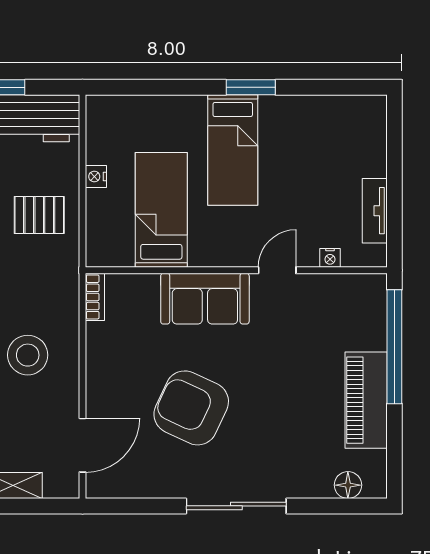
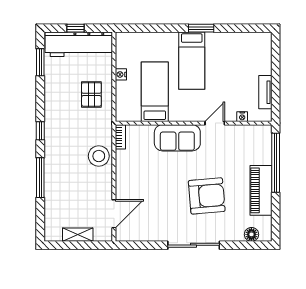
pallet: (39, 215) -> (91, 94), turned 90
stool: (28, 355) -> (99, 156), moved
armchair: (191, 408) -> (207, 196), moved, turned 150

